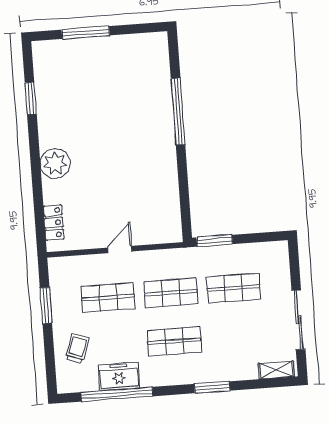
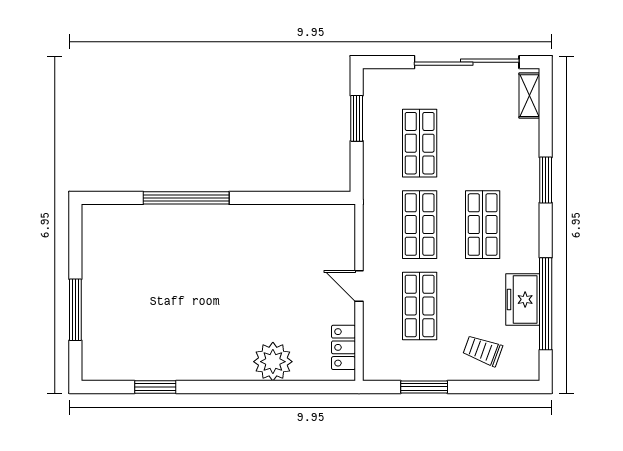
plant: (55, 163) -> (273, 362), moved
locker: (54, 223) -> (343, 347), moved, turned -90
window: (215, 241) -> (357, 118), moved
sliding door: (298, 320) -> (467, 62), width x1.36

